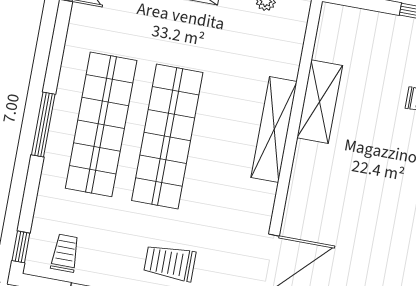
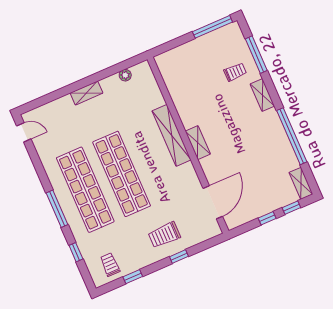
shelving: (320, 102) -> (198, 143), moved, width x0.67, depth x0.75
window: (21, 247) -> (76, 252), moved

